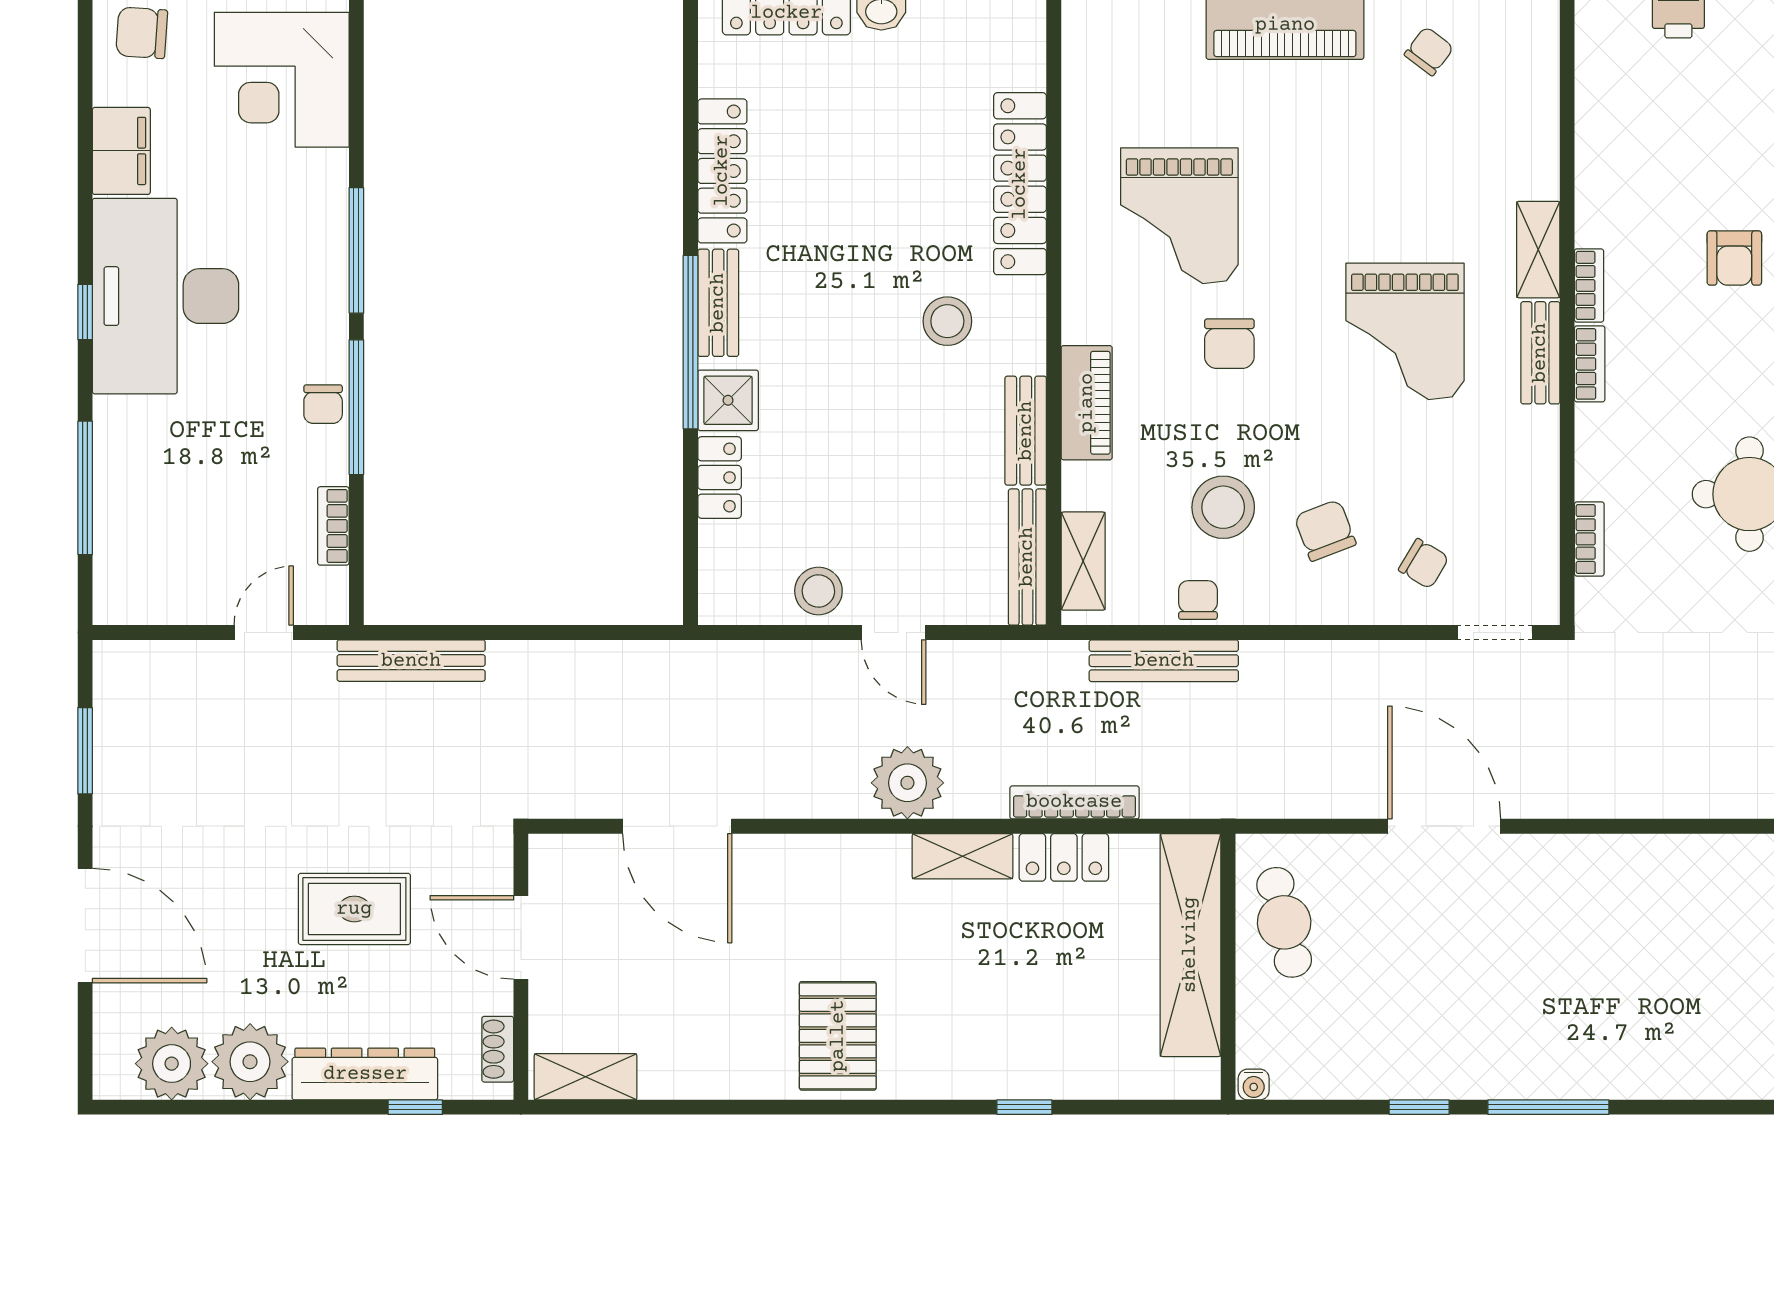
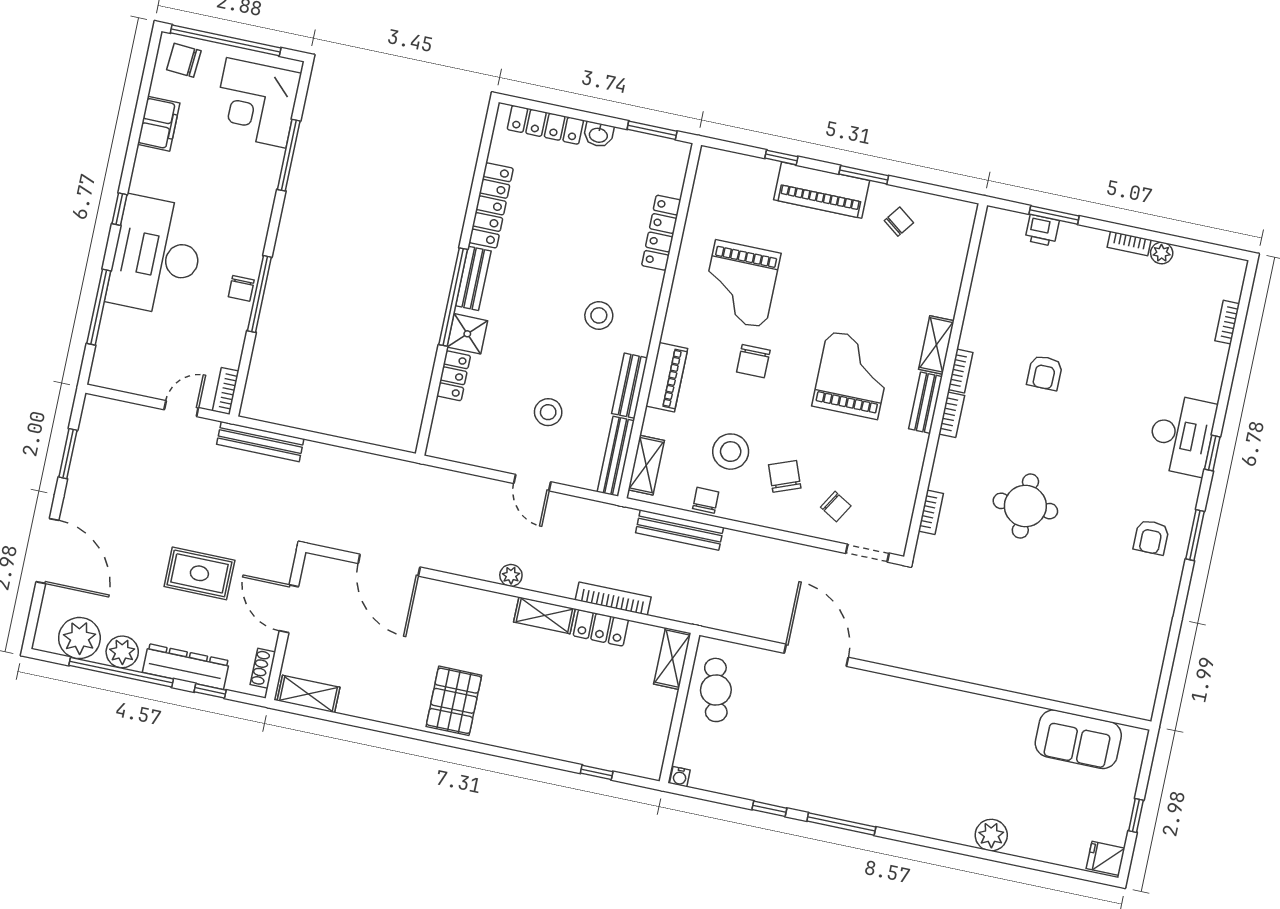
locker: (1020, 184) -> (661, 233), width x0.71, depth x0.83
window: (356, 250) -> (289, 155), moved
desk: (166, 296) -> (156, 256), moved
grand piano: (1405, 331) -> (853, 375), turned 180
bookcase: (333, 526) -> (226, 391), moved
stool: (818, 591) -> (548, 412), moved
plant: (907, 783) -> (511, 575), width x0.53, depth x0.53
shelving: (1190, 945) -> (672, 659), width x0.45, depth x0.75
plant: (250, 1062) -> (122, 652), width x0.73, depth x0.73
window: (255, 1107) -> (121, 672), added
window: (1024, 1107) -> (597, 772), moved

